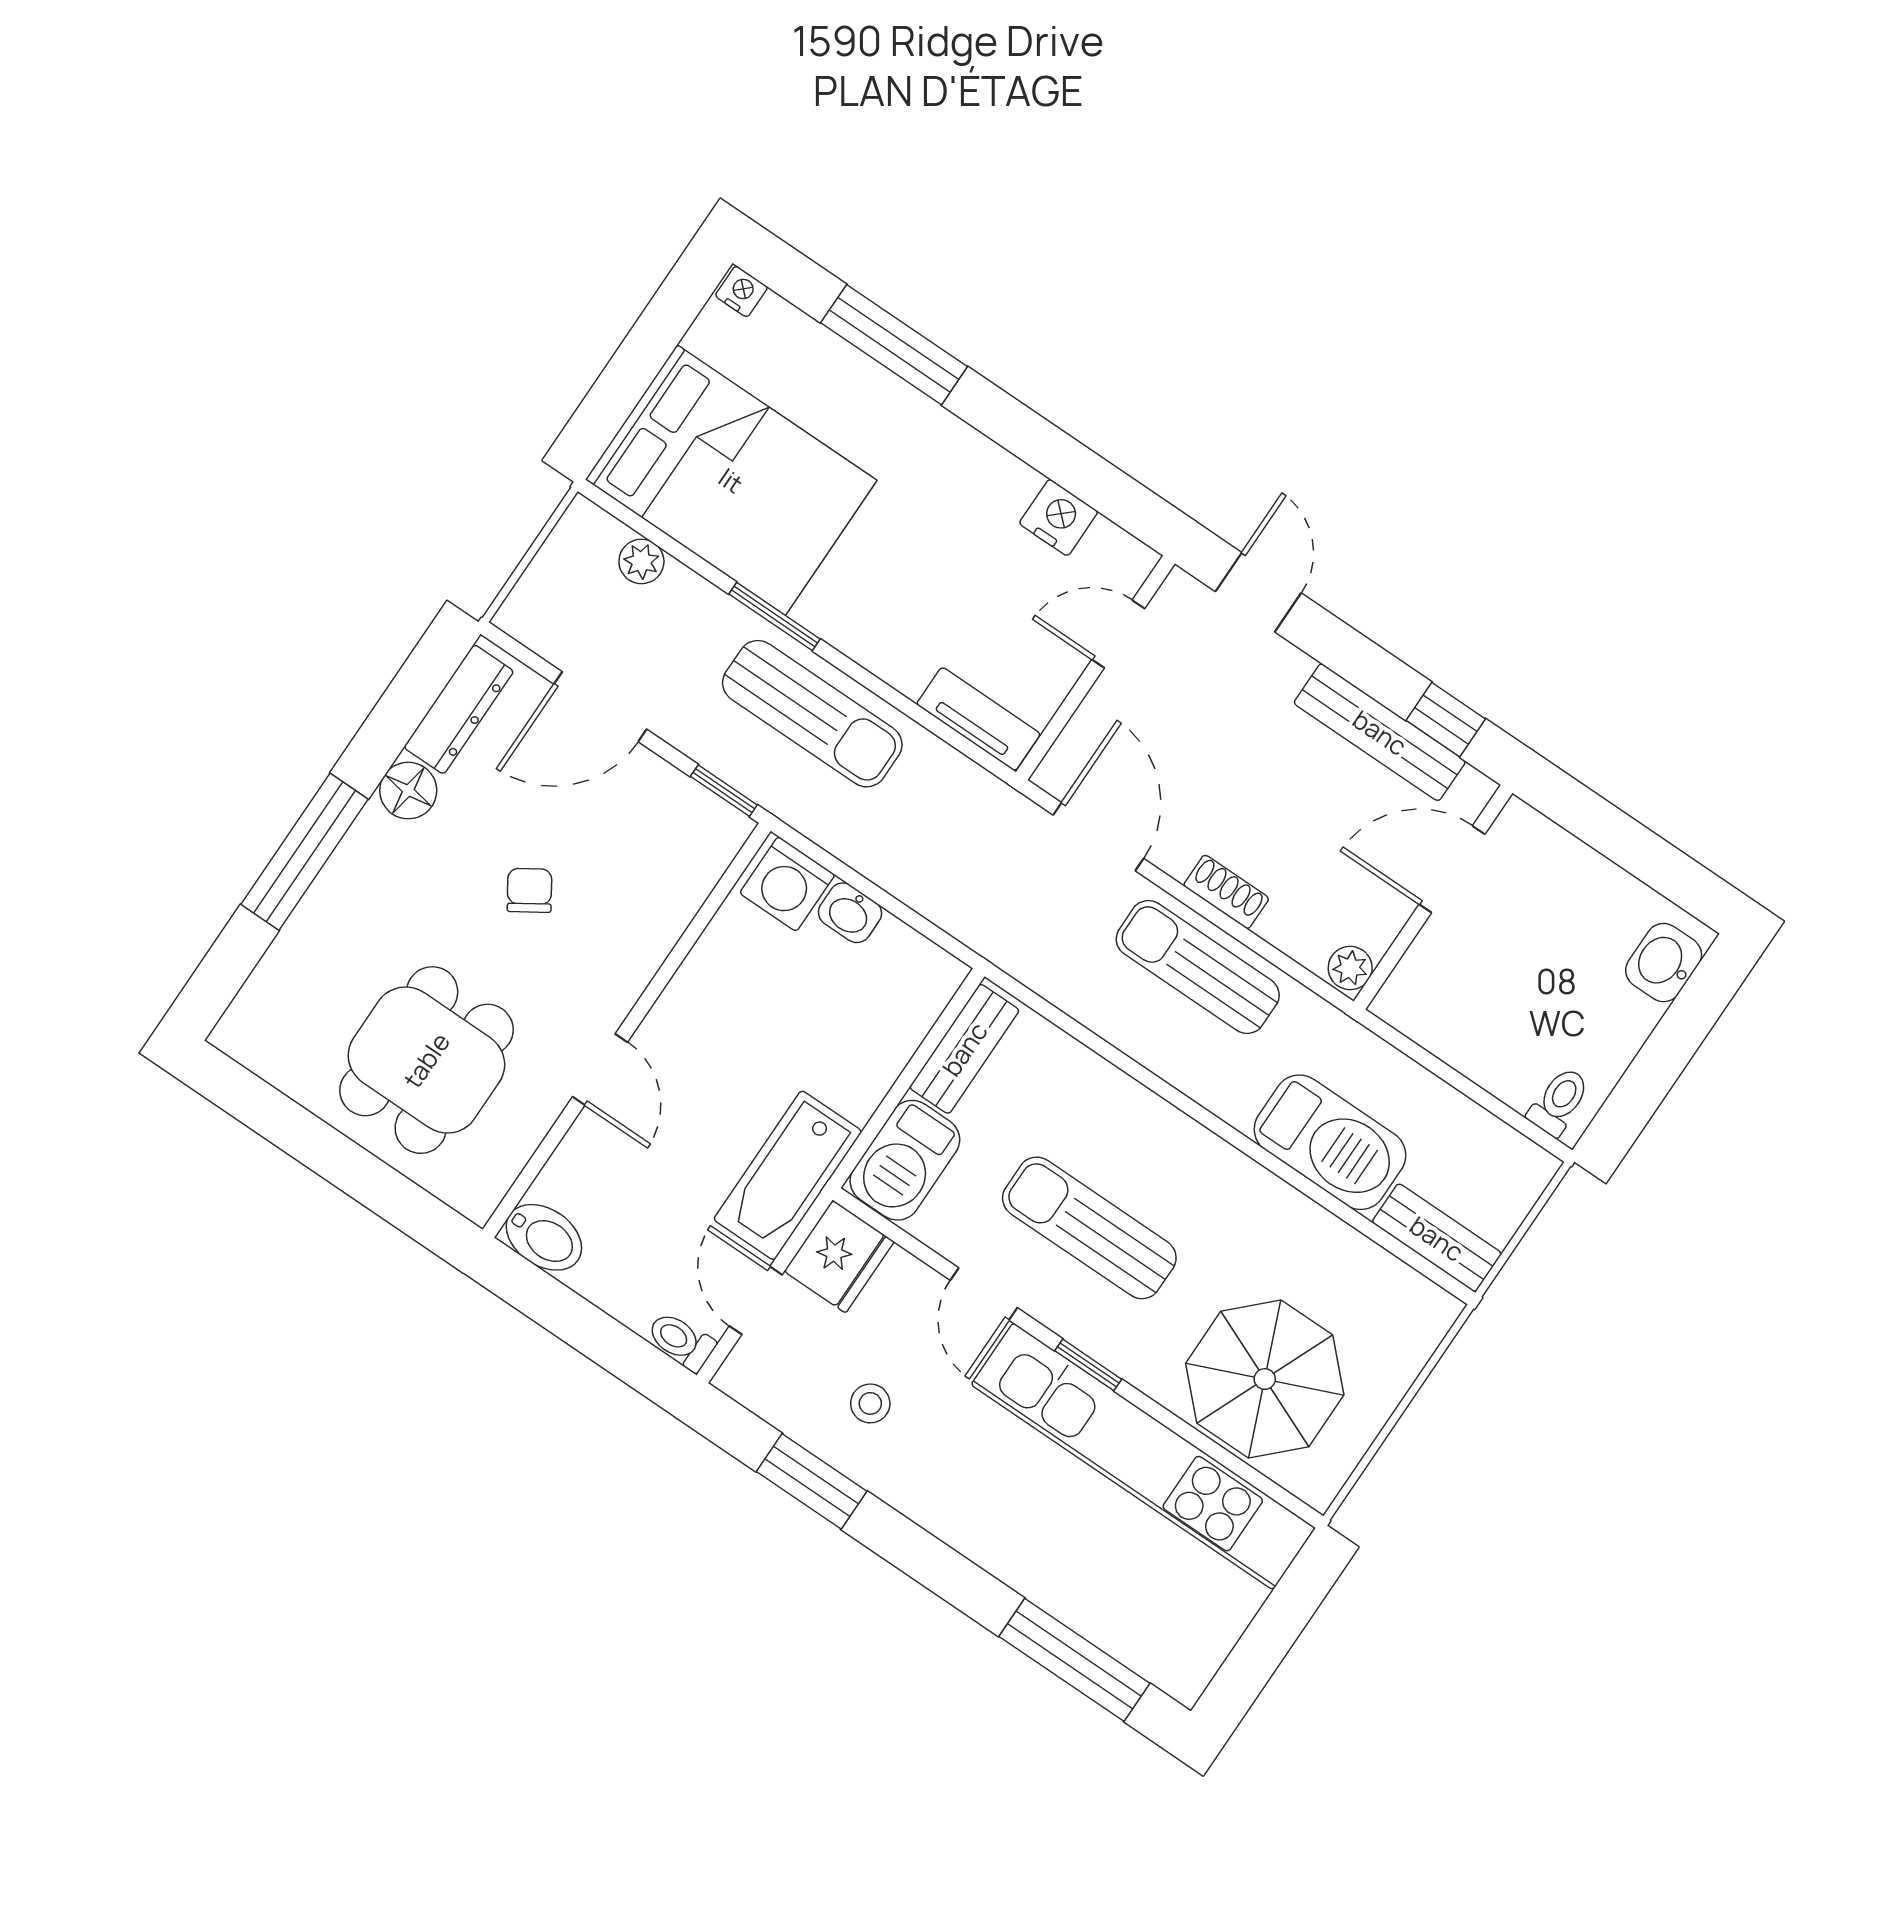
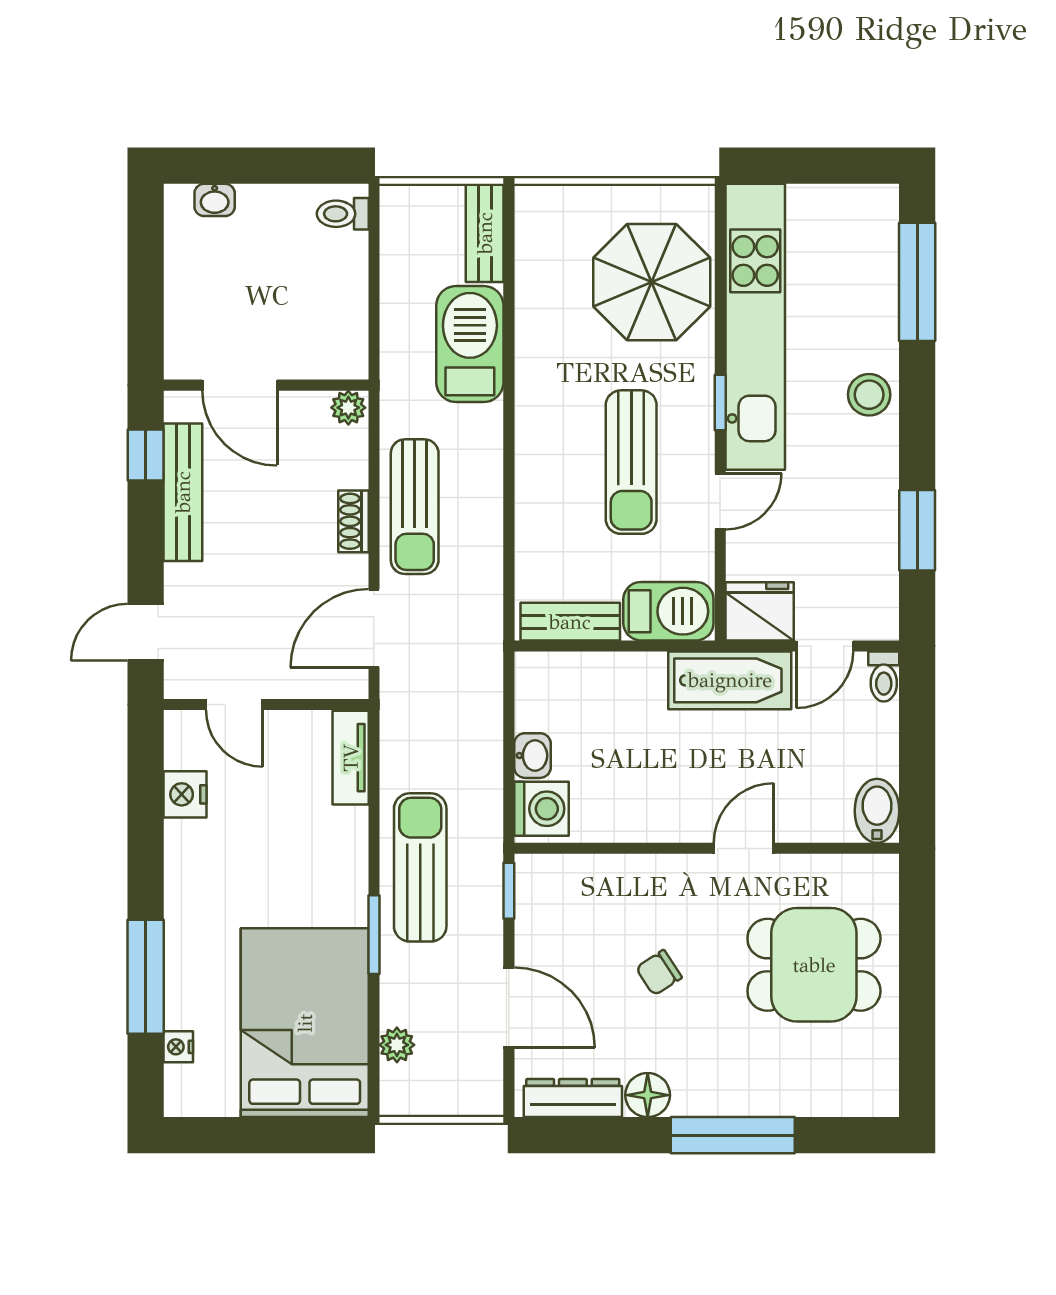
nightstand: (741, 291) -> (178, 1047), moved
washbasin: (1664, 963) -> (215, 200), width x0.72, depth x0.69
stool: (870, 1403) -> (869, 395), moved, width x1.37, depth x1.37

